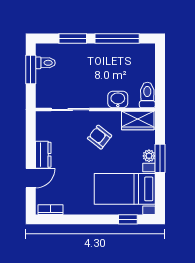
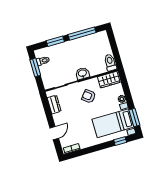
washbasin: (118, 99) -> (82, 73), moved
dresser: (43, 155) -> (54, 105), moved
window: (160, 158) -> (134, 118), moved

